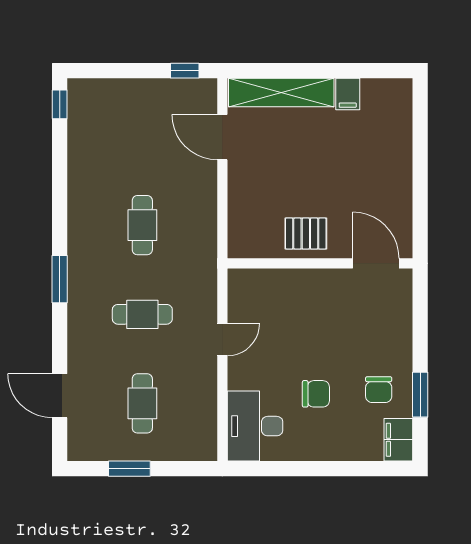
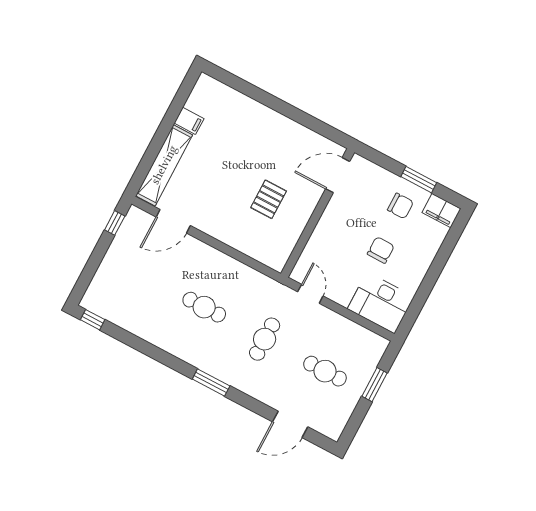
wall: (320, 263) -> (318, 213), moved
door: (376, 263) -> (338, 175), moved
window: (129, 469) -> (374, 385), moved

